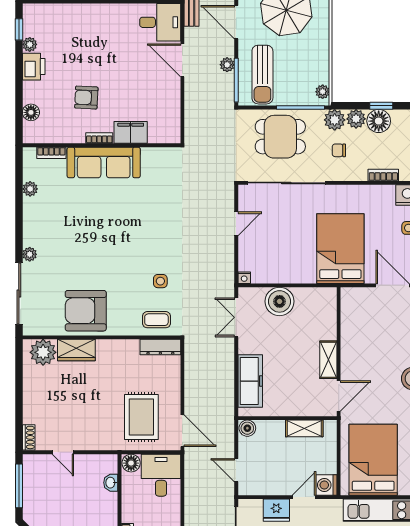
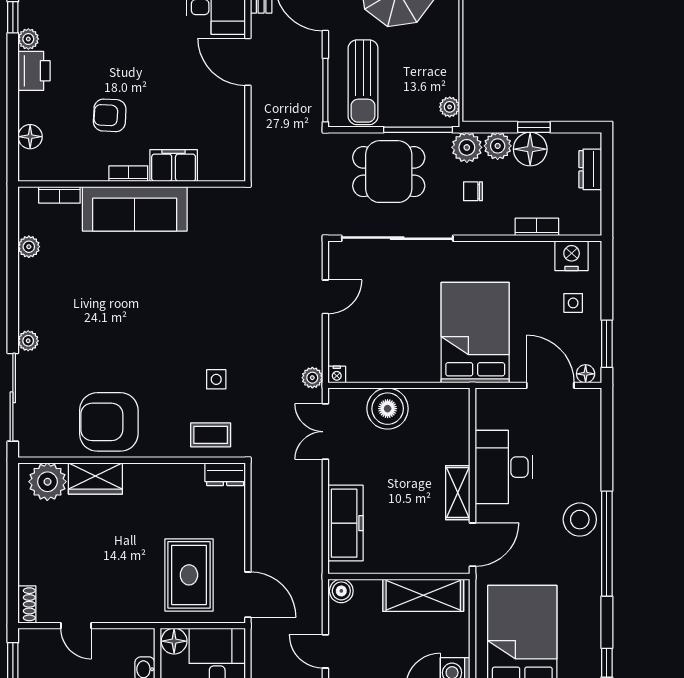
plant: (227, 65) -> (312, 378), moved
desk: (360, 342) -> (504, 467), added
dresser: (160, 347) -> (225, 474), width x0.70
shelving: (304, 428) -> (423, 595), width x1.50, depth x1.33

